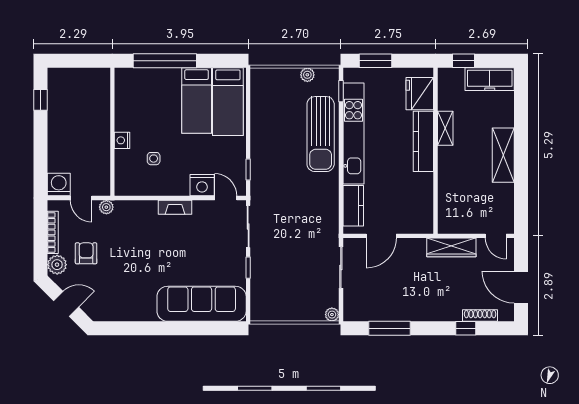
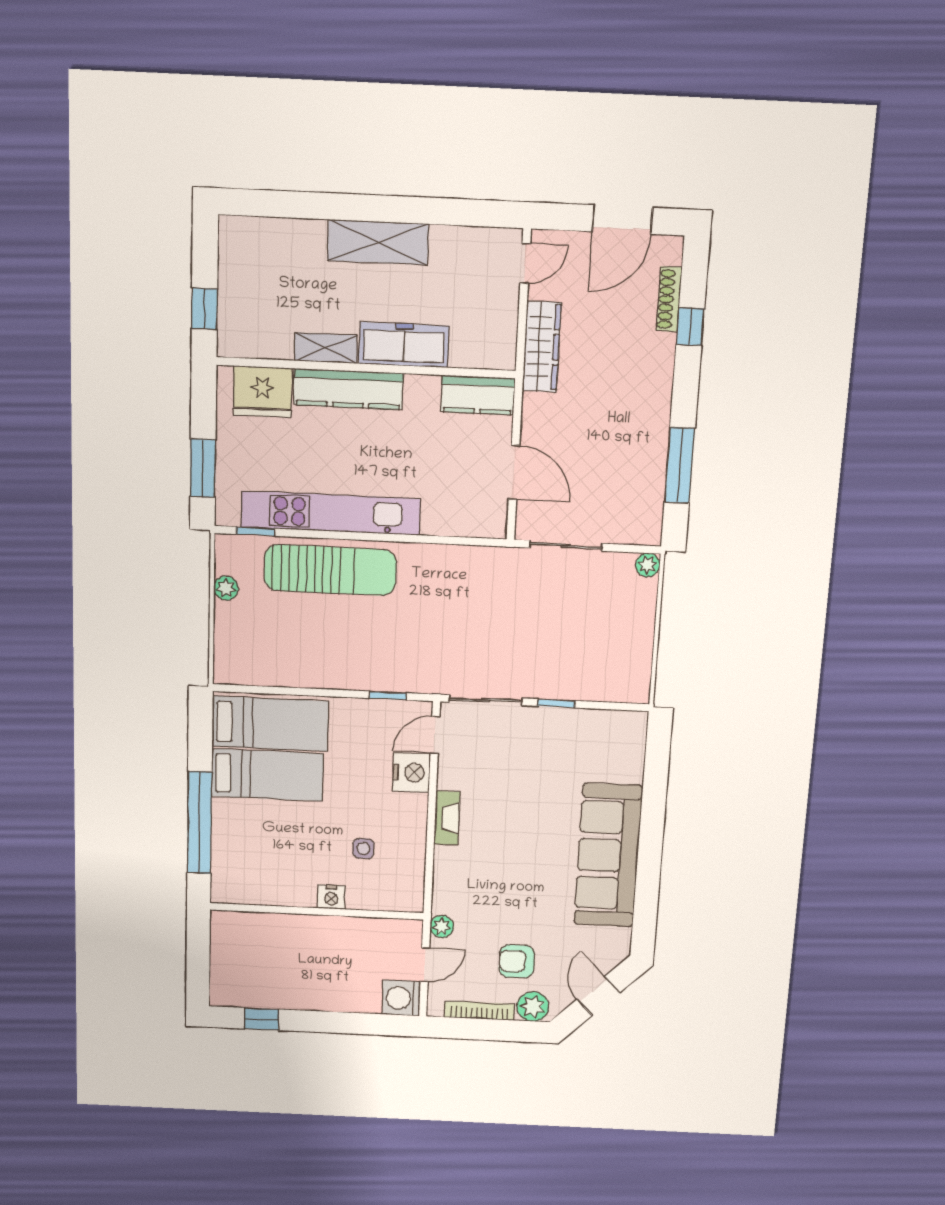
freezer: (490, 79) -> (404, 345), moved, turned -90
kitchen counter: (353, 206) -> (478, 395), moved, turned 180
sofa: (202, 304) -> (608, 855), moved

